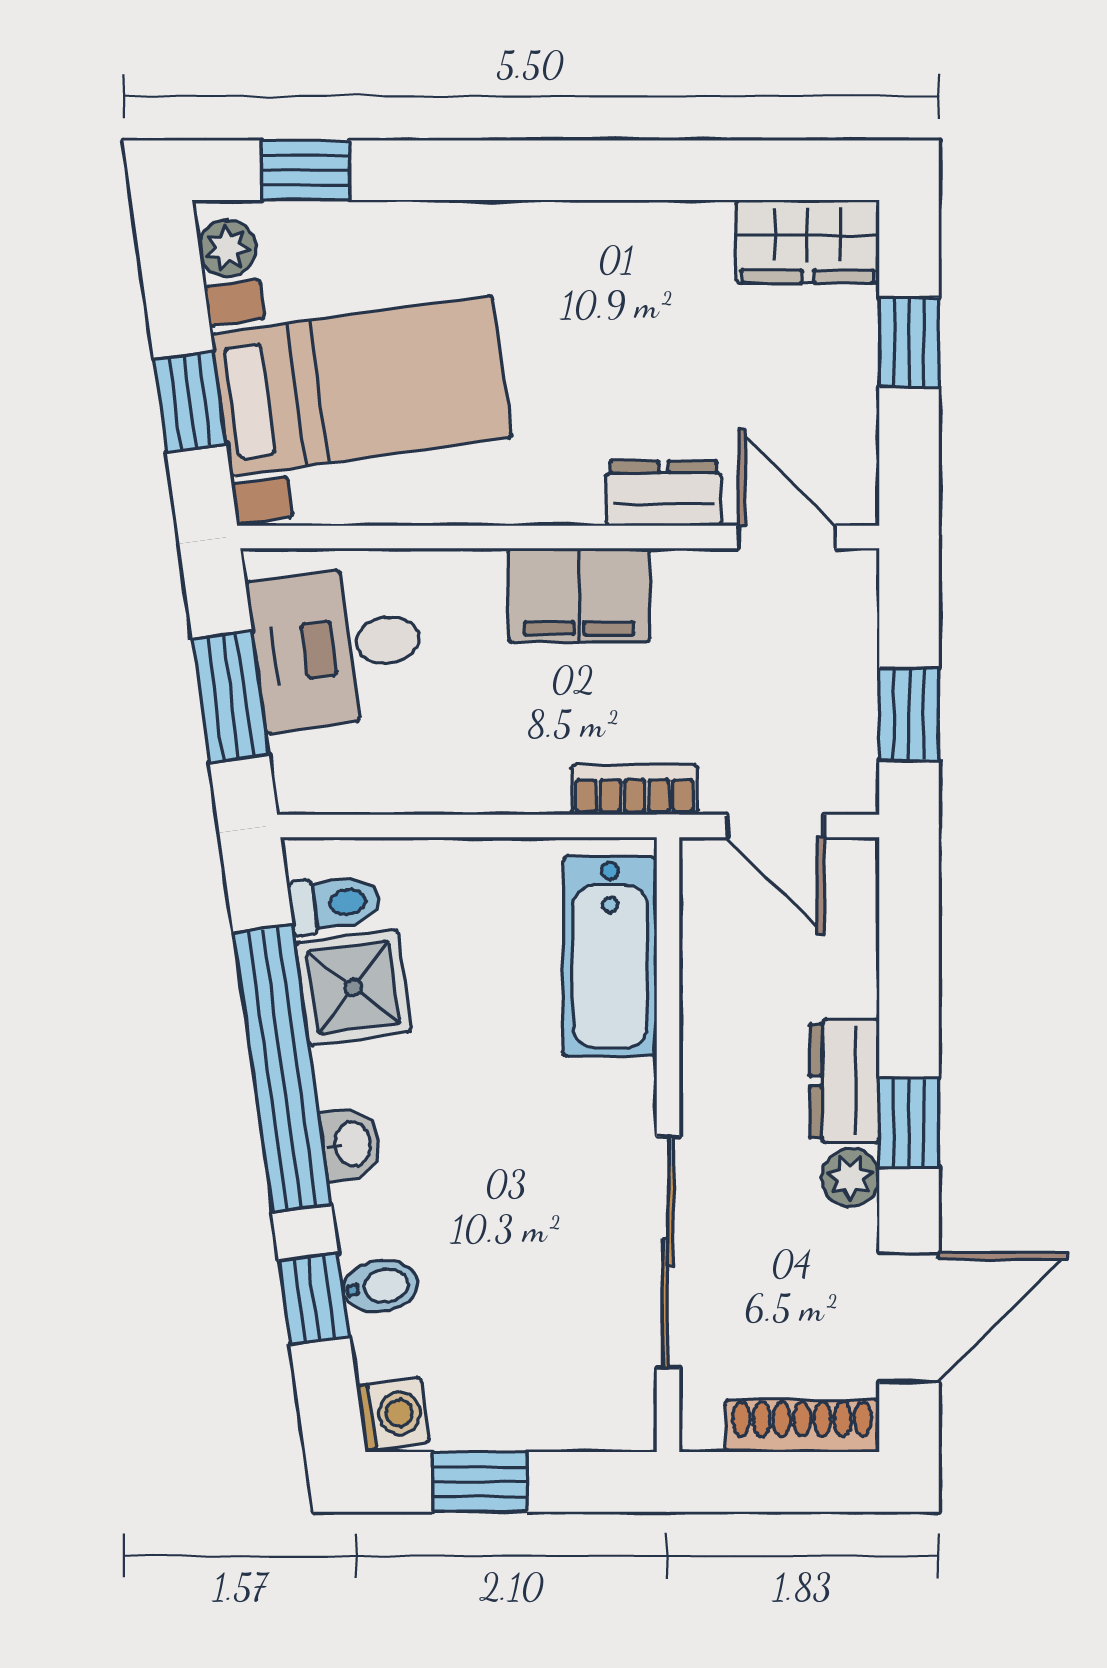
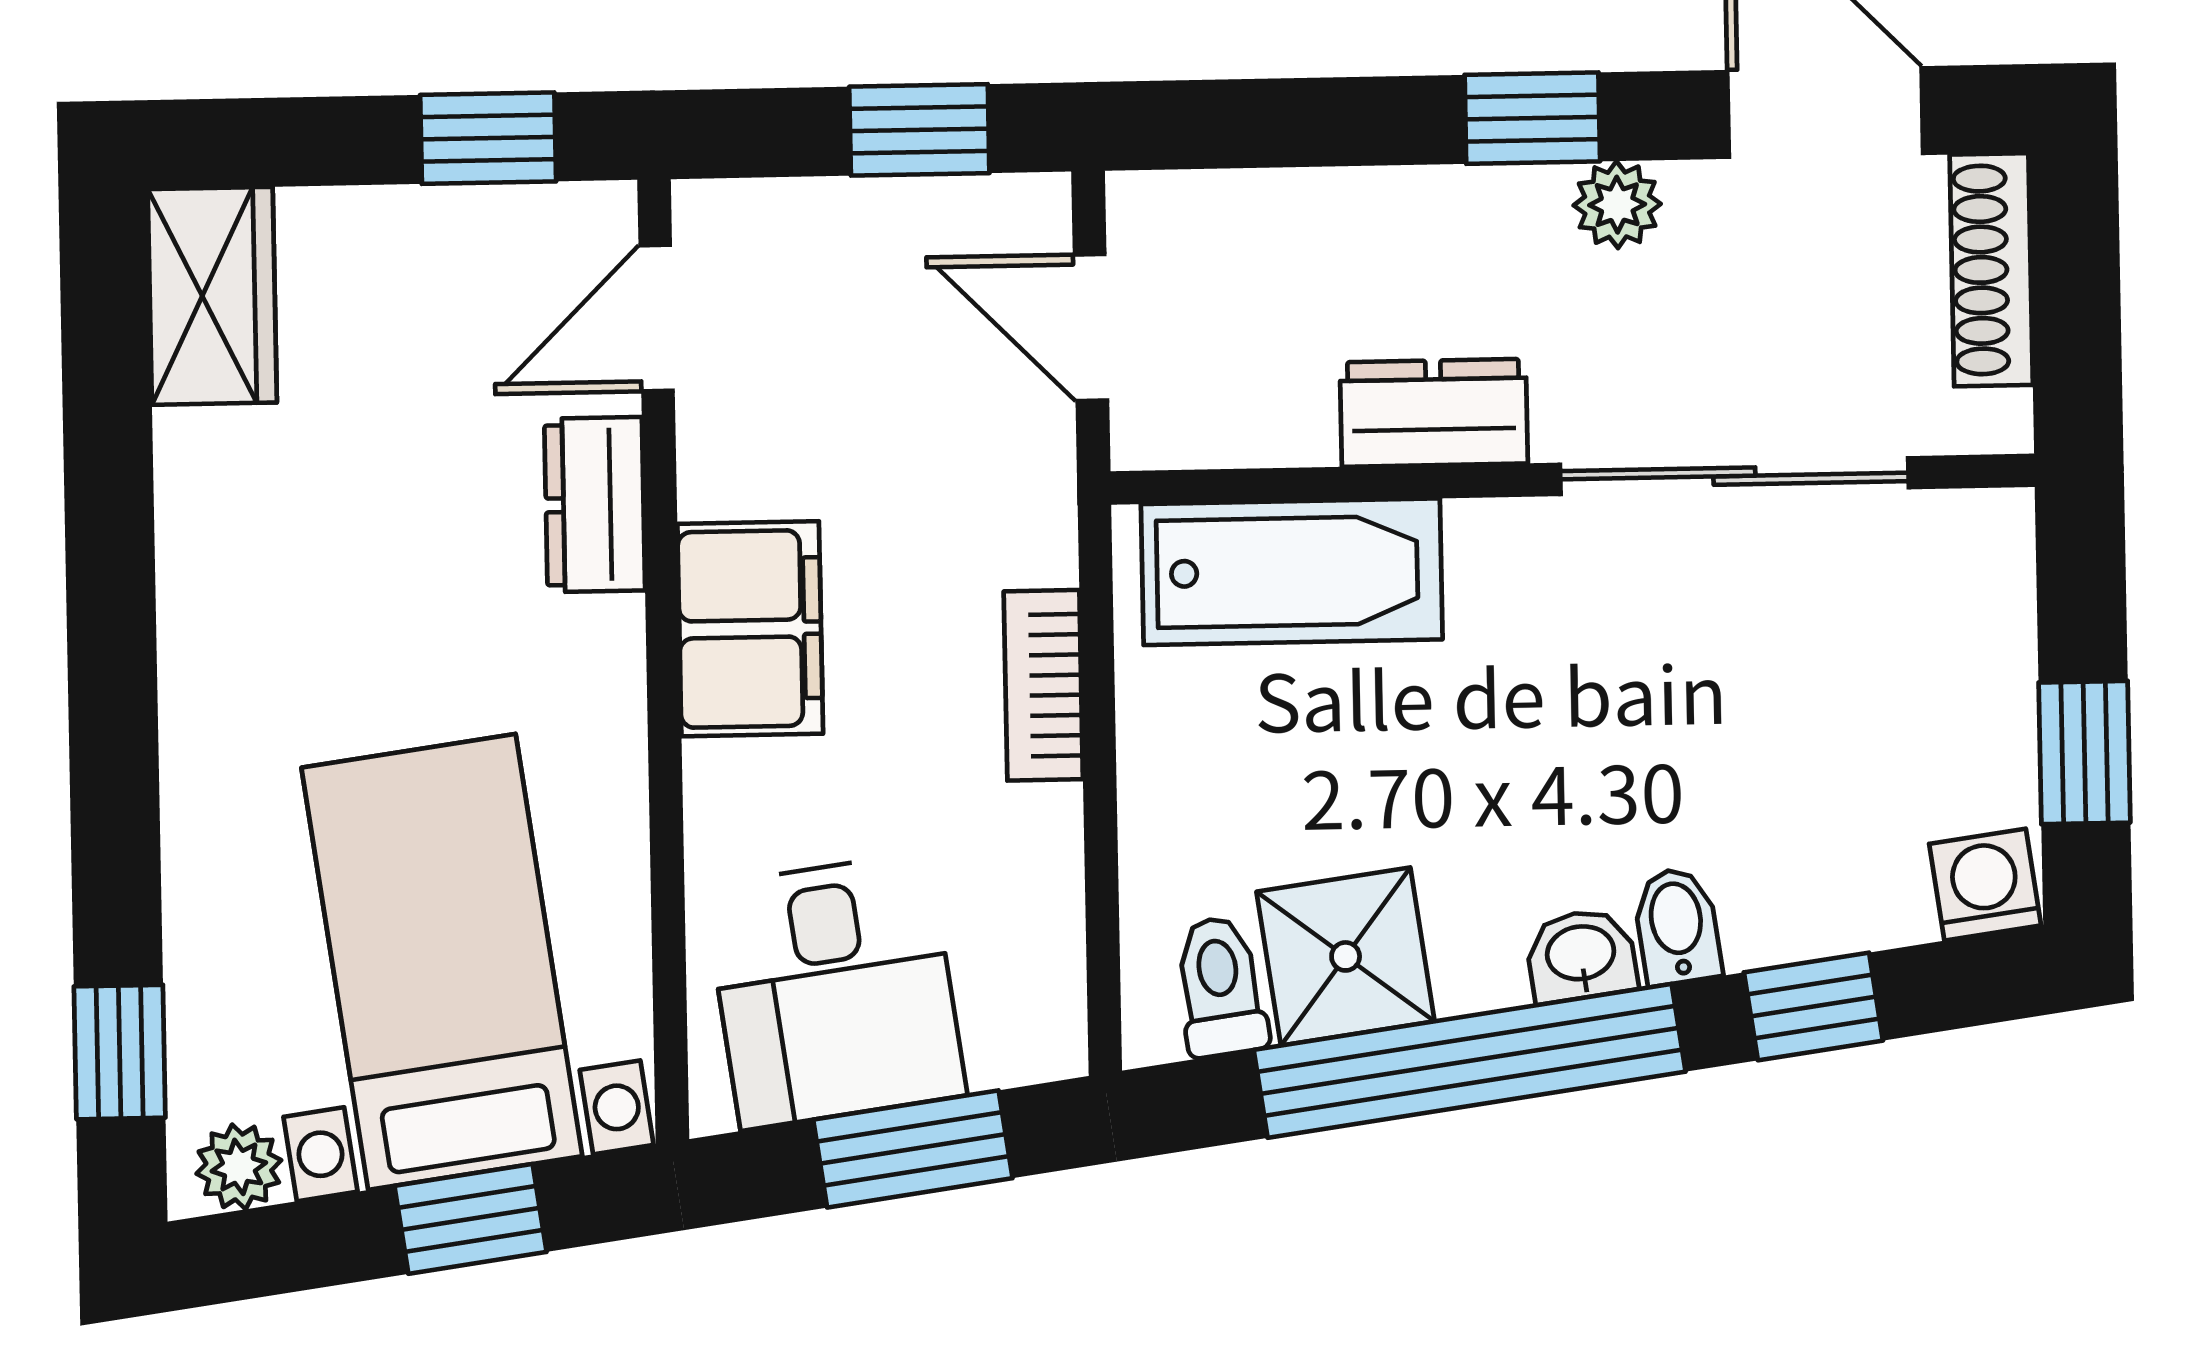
window: (909, 342) -> (488, 138), moved
bookcase: (635, 790) -> (1043, 685), moved
door: (775, 826) -> (1091, 327), swing flipped
dresser: (844, 1081) -> (1434, 413), moved, turned 180
bidet: (380, 1286) -> (1677, 926), moved

